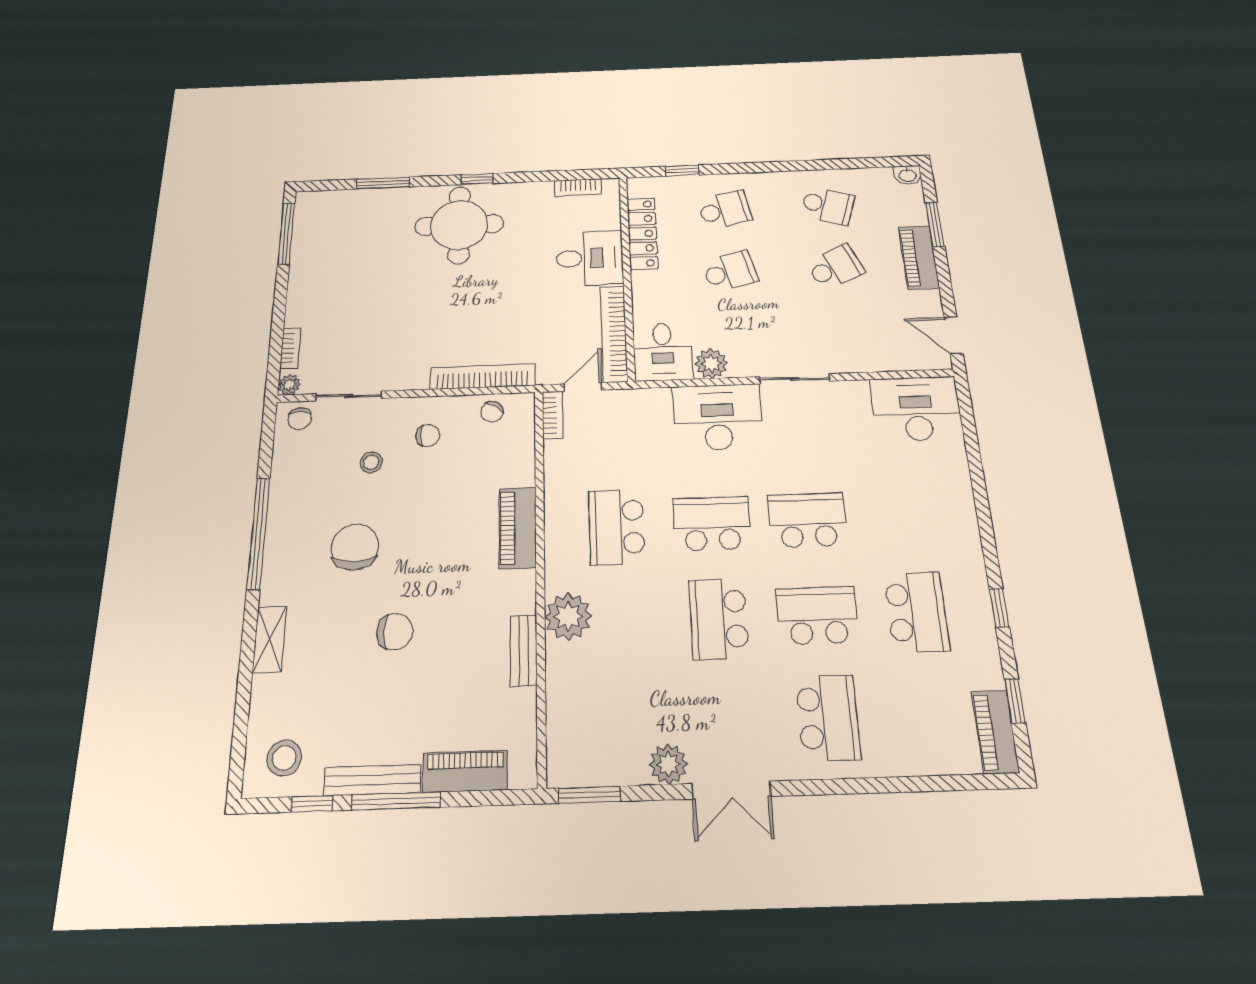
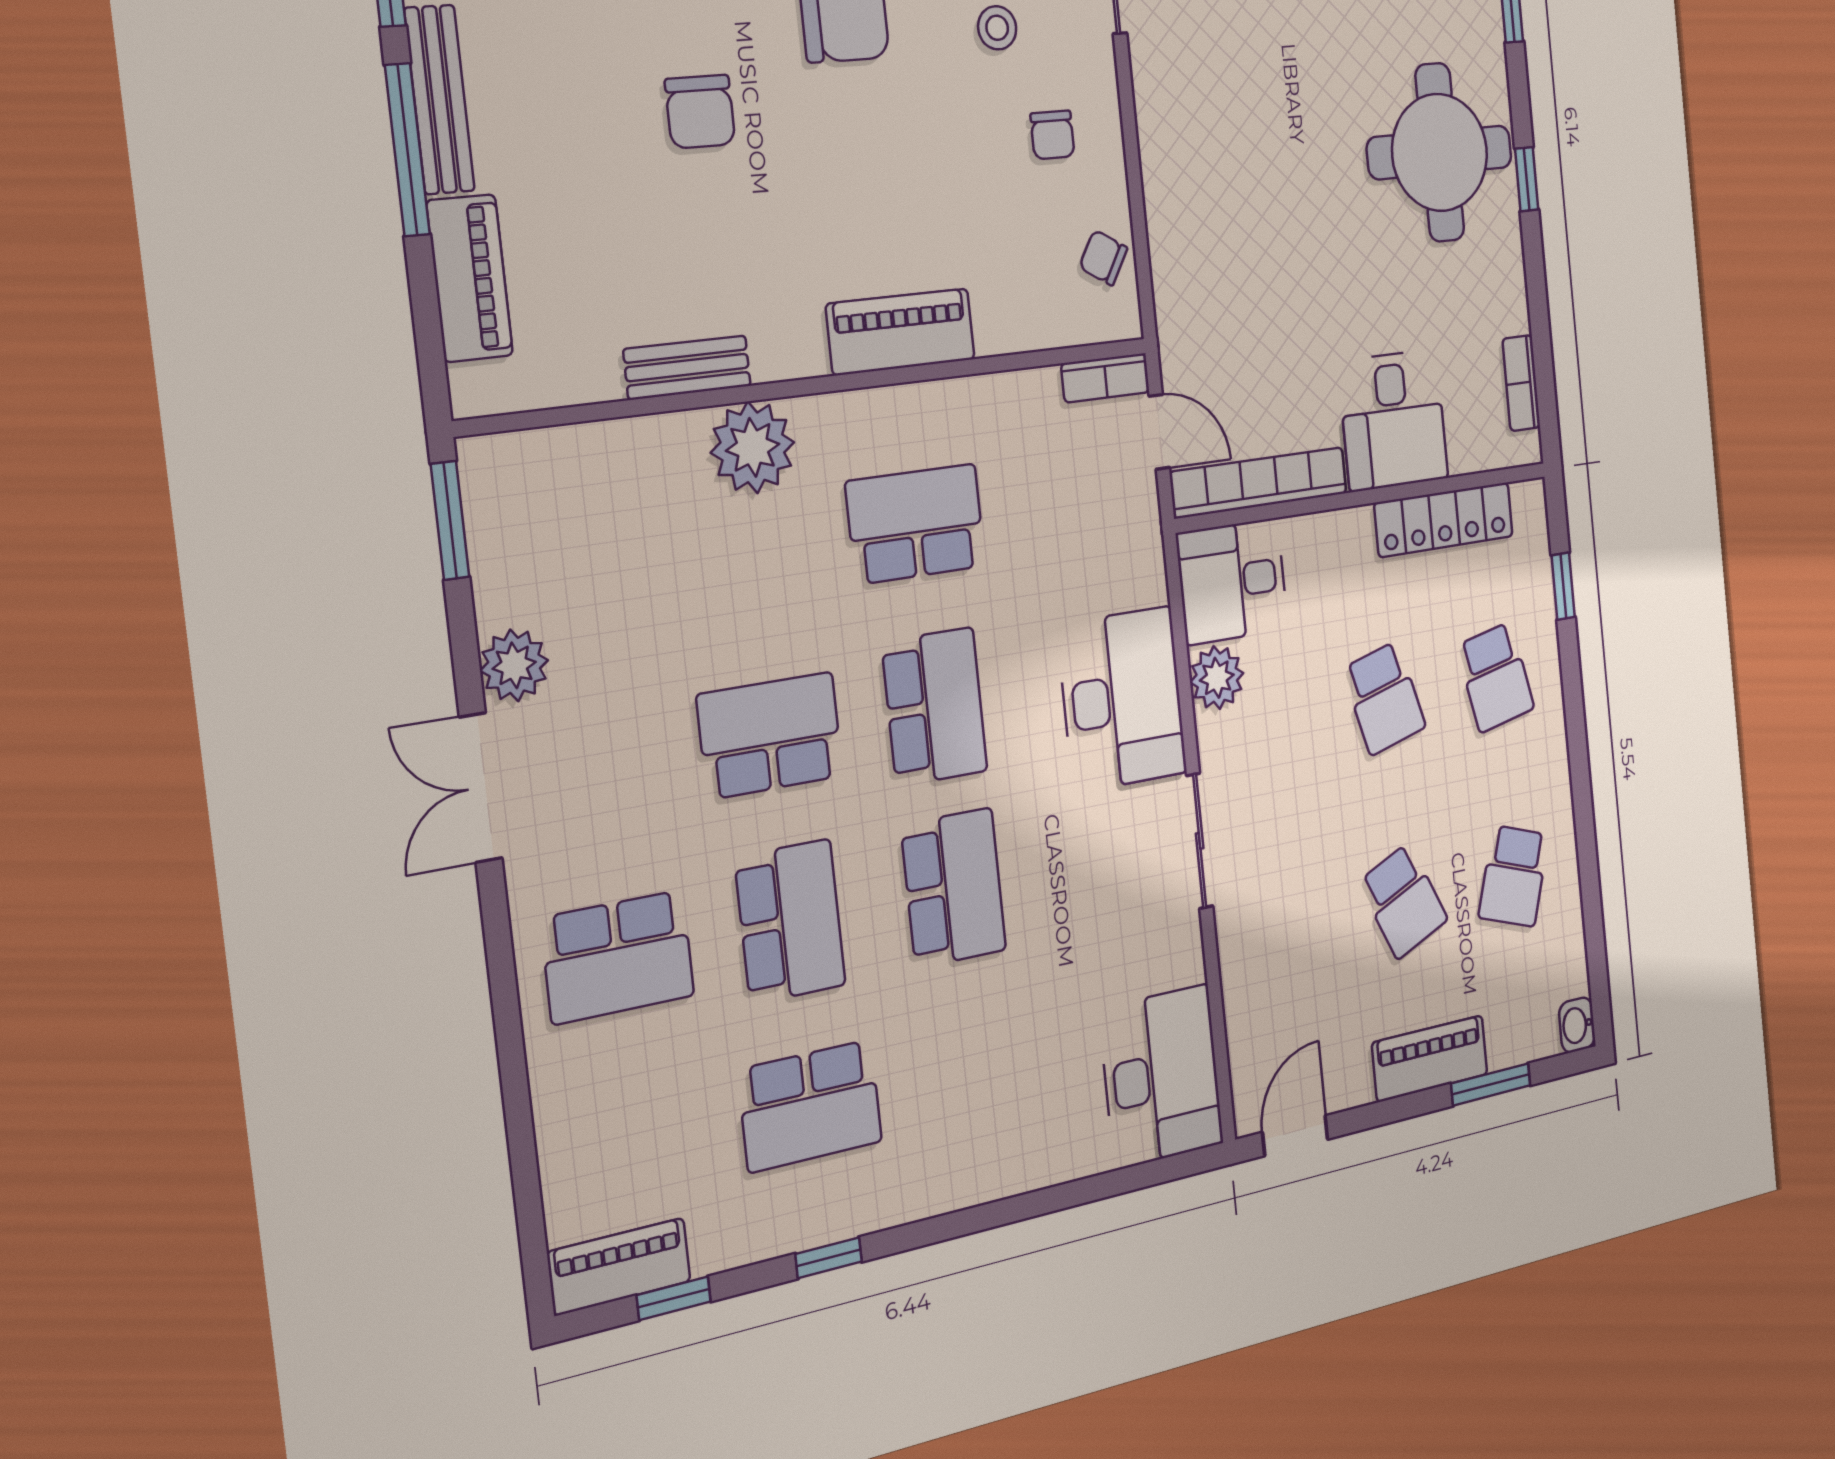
bookcase: (482, 377) -> (1166, 231), removed

